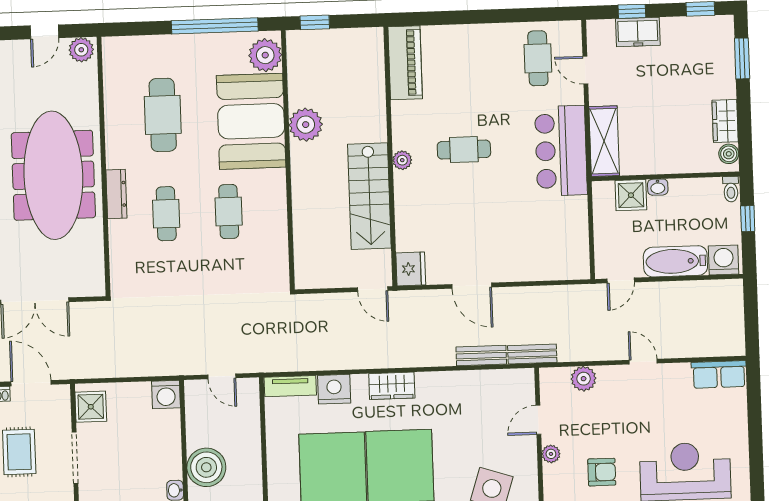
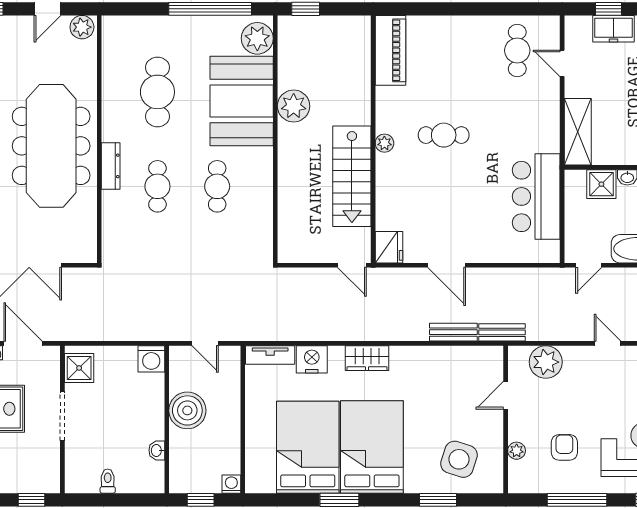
bar counter: (561, 151) -> (536, 196), moved
plant: (584, 379) -> (546, 362), width x1.36, depth x1.36
plant: (551, 454) -> (517, 451), moved
boiler: (206, 467) -> (187, 410), moved
armchair: (602, 472) -> (564, 447), turned -90

